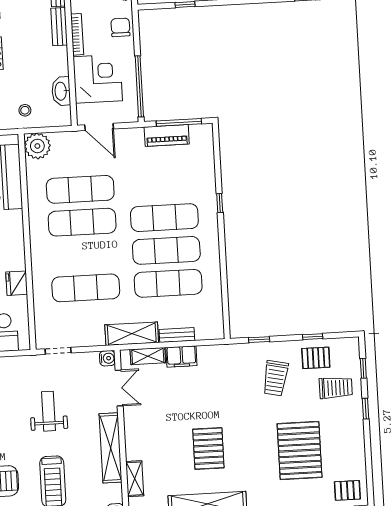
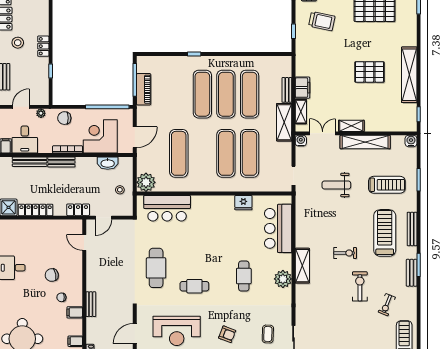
exercise mat: (82, 222) -> (226, 153), moved
shelving: (135, 479) -> (351, 126), moved

